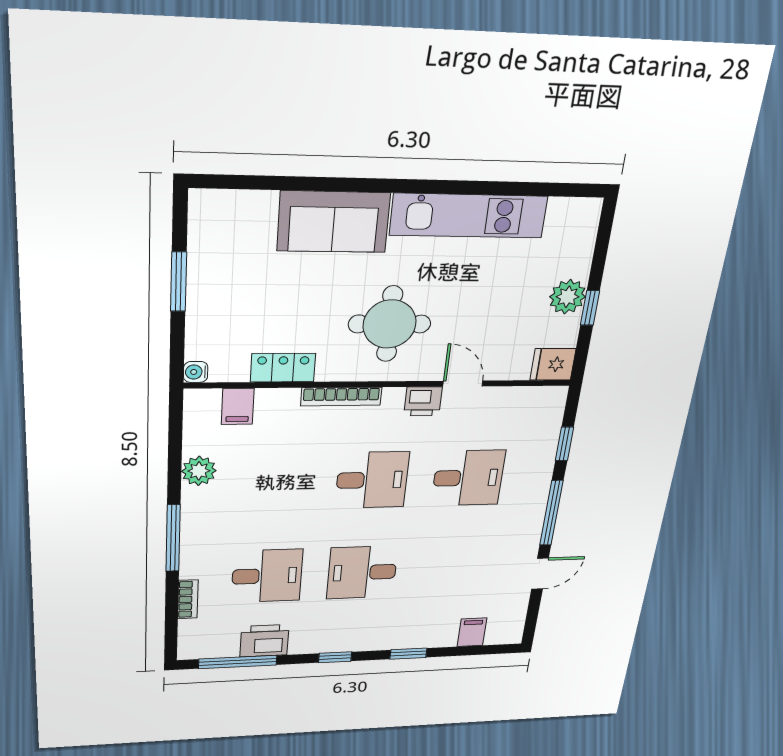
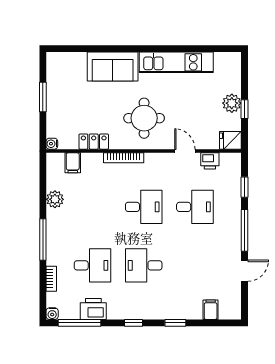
printer: (423, 401) -> (210, 161), moved
water cooler: (188, 651) -> (52, 314), added

